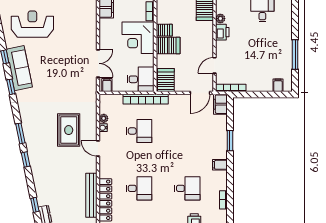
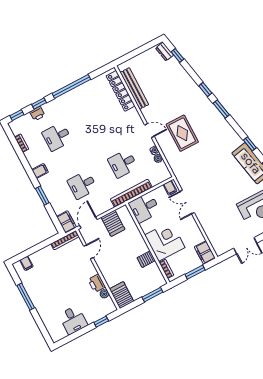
server rack: (168, 45) -> (136, 248), removed
server rack: (166, 80) -> (113, 223), moved
desk: (139, 188) -> (82, 185), moved

